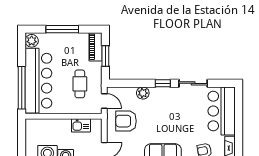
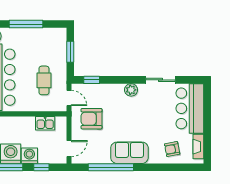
piano: (95, 47) -> (60, 42), removed
window: (163, 83) -> (92, 80), moved
plant: (143, 93) -> (131, 90), moved

